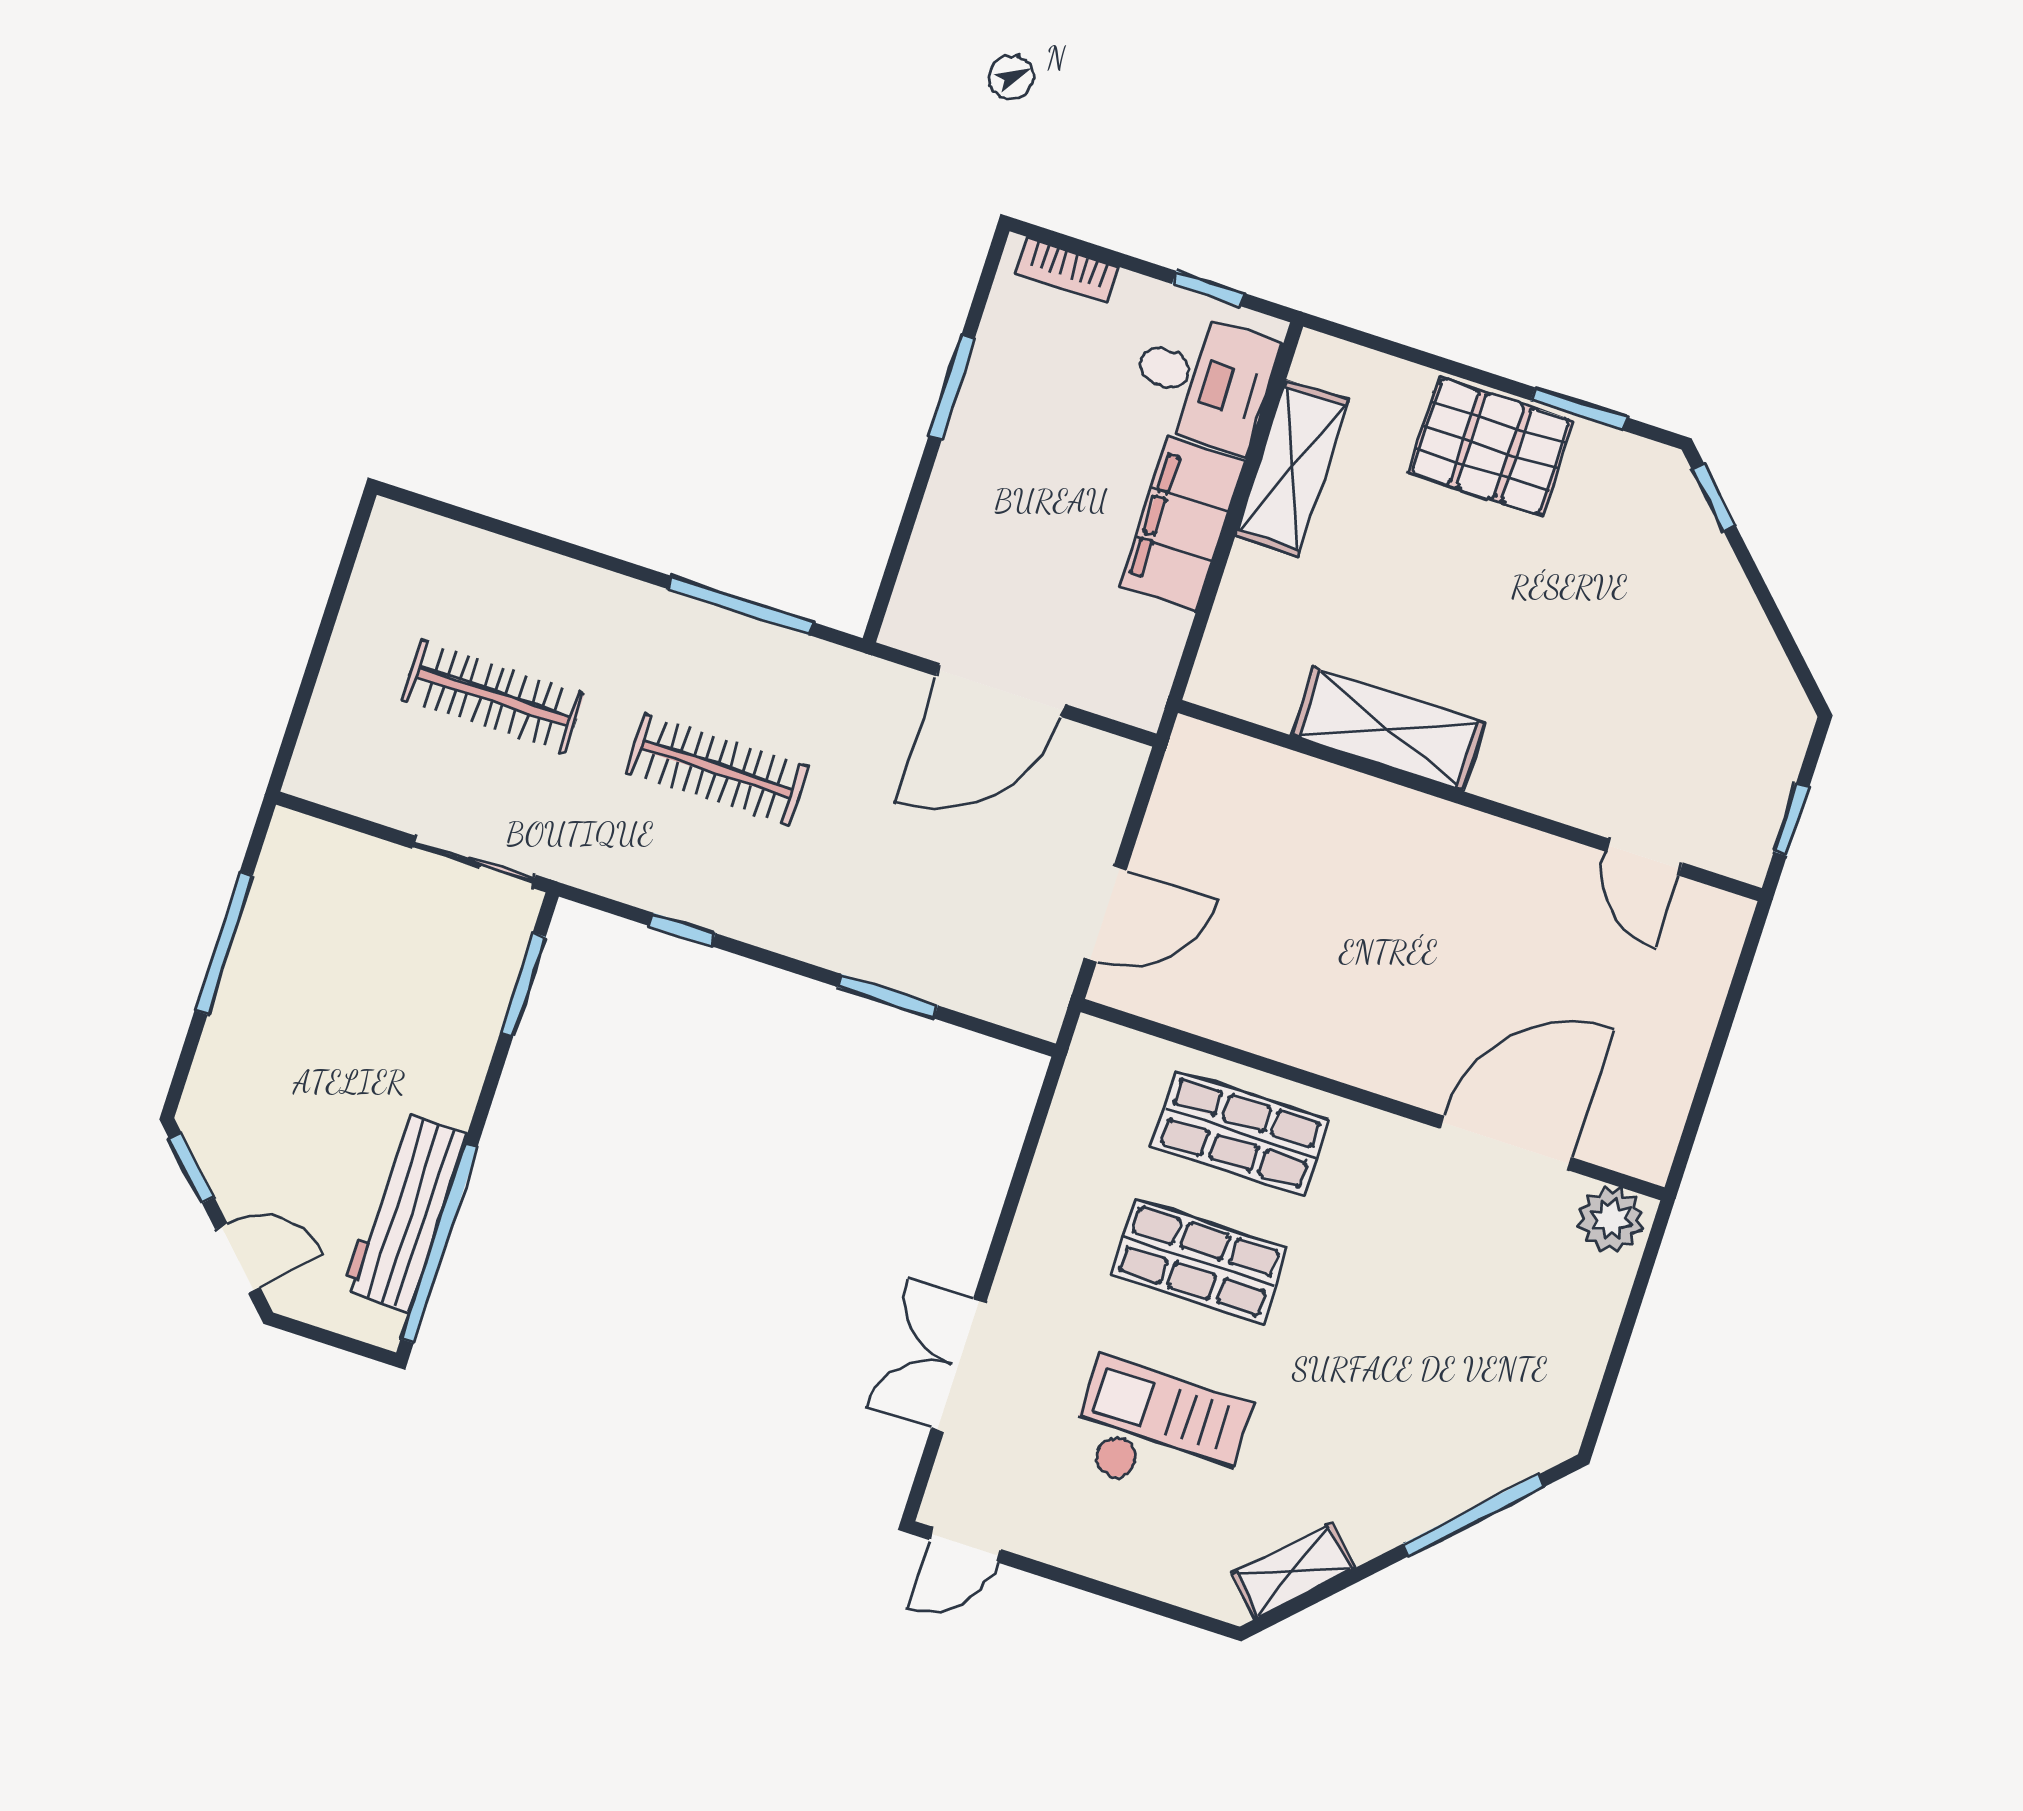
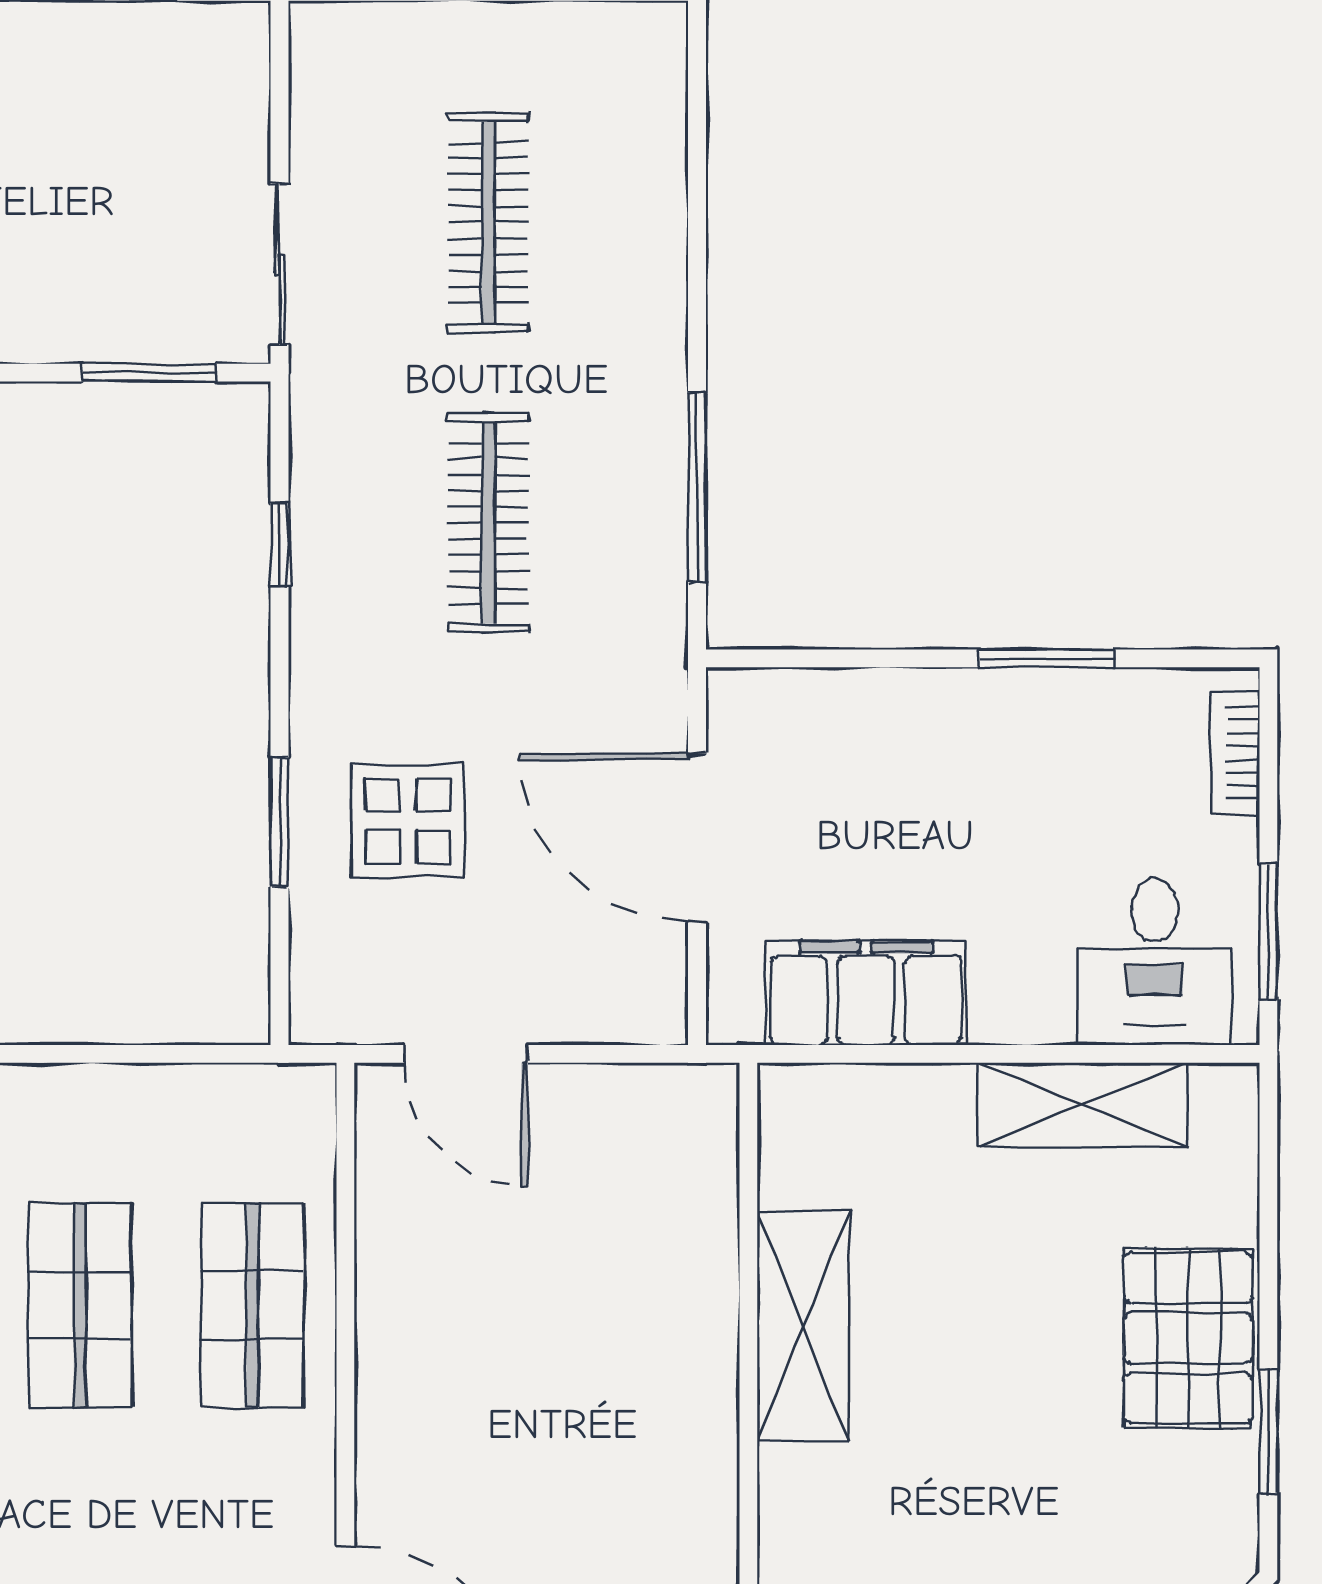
window: (1208, 288) -> (1268, 932), width x1.50
filing cabinet: (1182, 524) -> (866, 993), moved
display table: (918, 901) -> (408, 821), added

